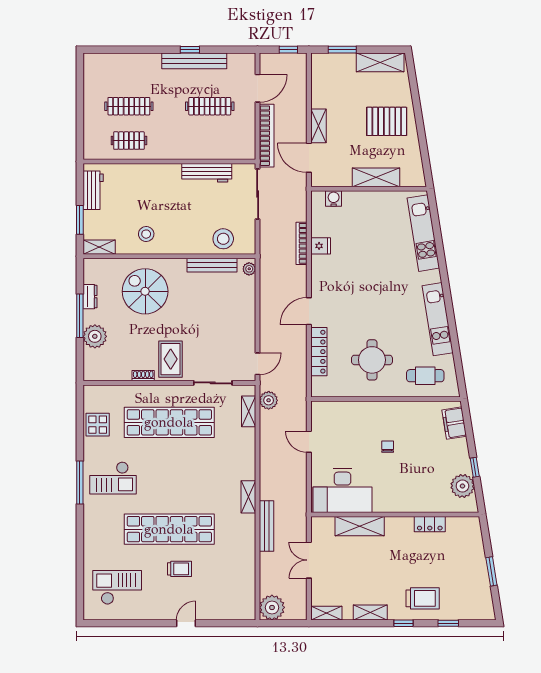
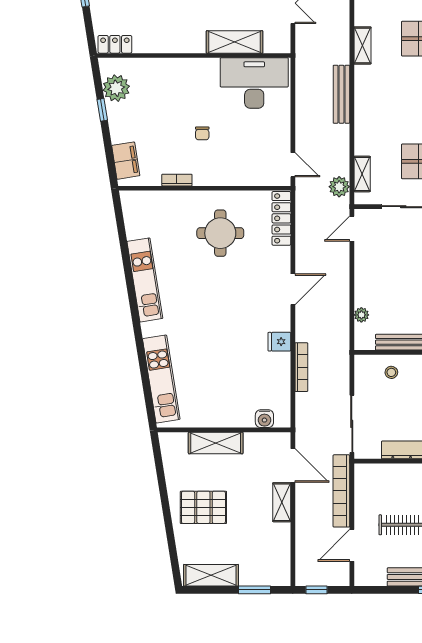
stool: (223, 239) -> (391, 372), width x0.53, depth x0.53
fridge: (321, 246) -> (279, 342), moved
plant: (249, 269) -> (361, 315), moved
locker: (319, 352) -> (281, 218), moved
cafe table: (425, 376) -> (159, 215), removed
bookcase: (410, 406) -> (177, 180), added
door: (309, 442) -> (293, 165), moved
shelving: (248, 497) -> (362, 45), moved
locker: (430, 524) -> (115, 44), moved
bench: (267, 526) -> (341, 94), moved

